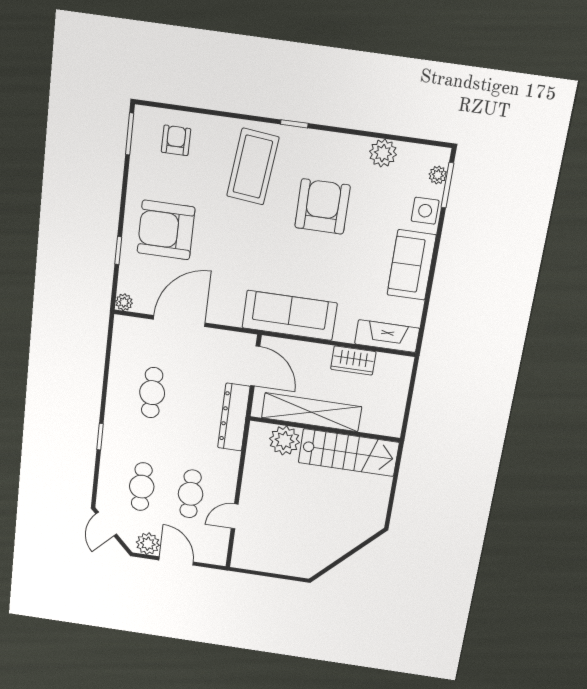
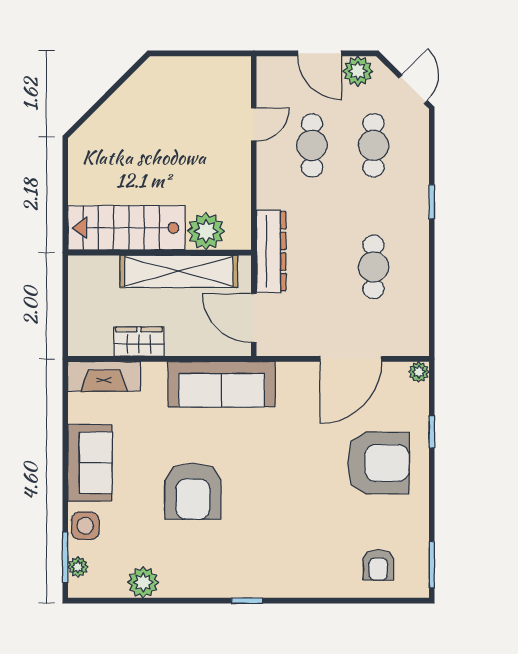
coffee table: (253, 167) -> (287, 548), removed
armchair: (322, 206) -> (193, 491), moved

